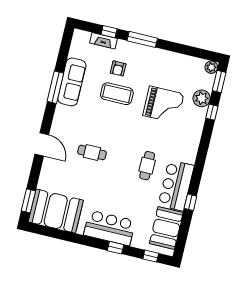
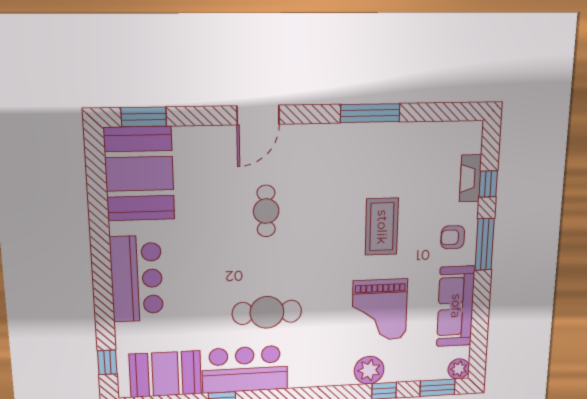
armchair: (118, 68) -> (453, 237), moved
sofa: (72, 82) -> (456, 306), moved, turned 90
plant: (202, 98) -> (369, 370), moved
cafe table: (147, 166) -> (267, 312), width x1.37, depth x1.35
window: (116, 248) -> (104, 299), removed

